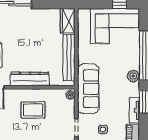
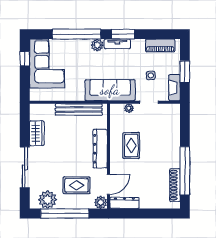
wardrobe: (68, 21) -> (37, 133), moved, turned -90
plant: (70, 95) -> (129, 108), moved
tv unit: (134, 110) -> (117, 44), moved

